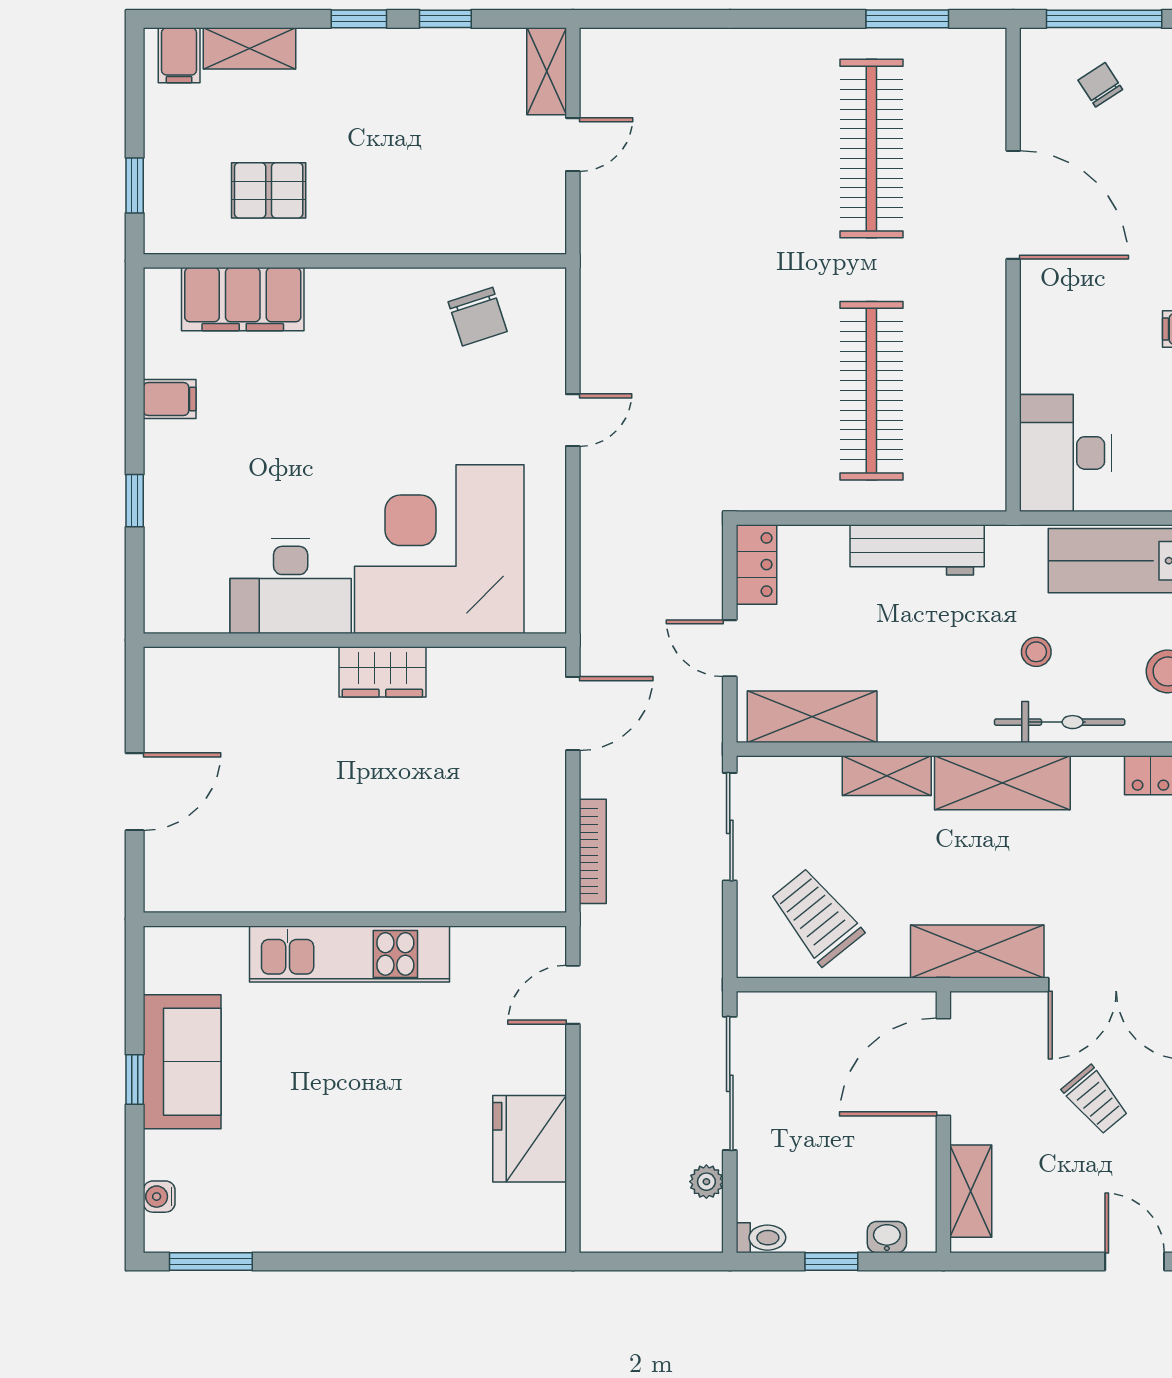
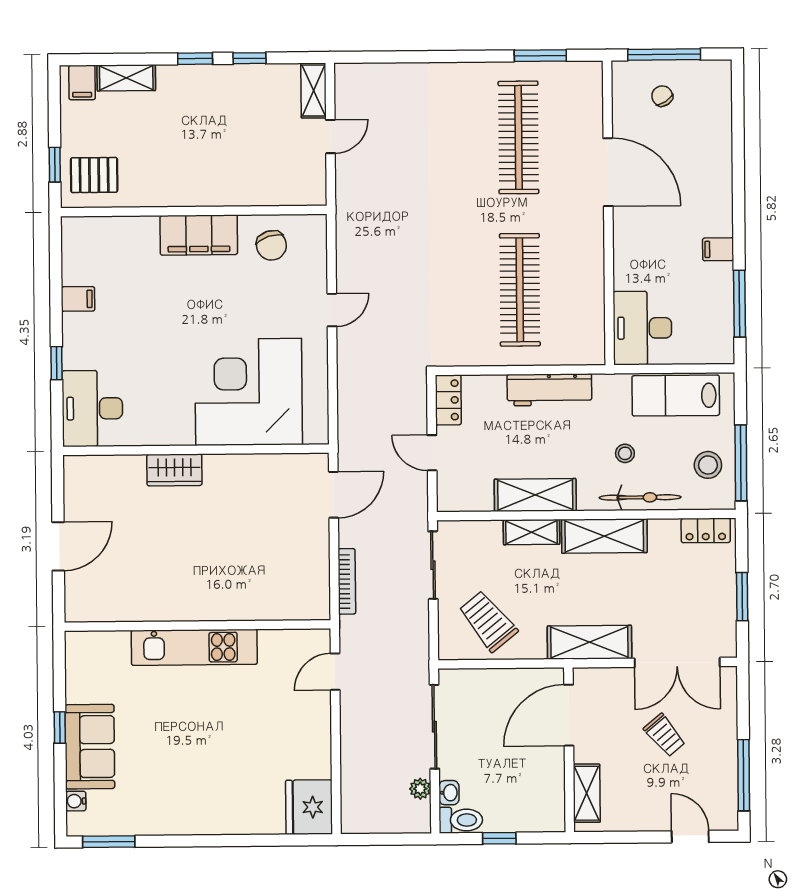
pallet: (269, 190) -> (94, 175), moved
filing cabinet: (243, 299) -> (199, 235), moved
desk: (291, 586) -> (92, 408), moved, turned 90
wardrobe: (382, 672) -> (174, 470), moved
shelving: (812, 717) -> (535, 495), moved
sofa: (182, 1062) -> (90, 747), moved
fridge: (530, 1139) -> (309, 807), moved
washbasin: (887, 1237) -> (449, 793), moved, turned 90
toilet: (761, 1238) -> (461, 820), width x1.37, depth x1.39

